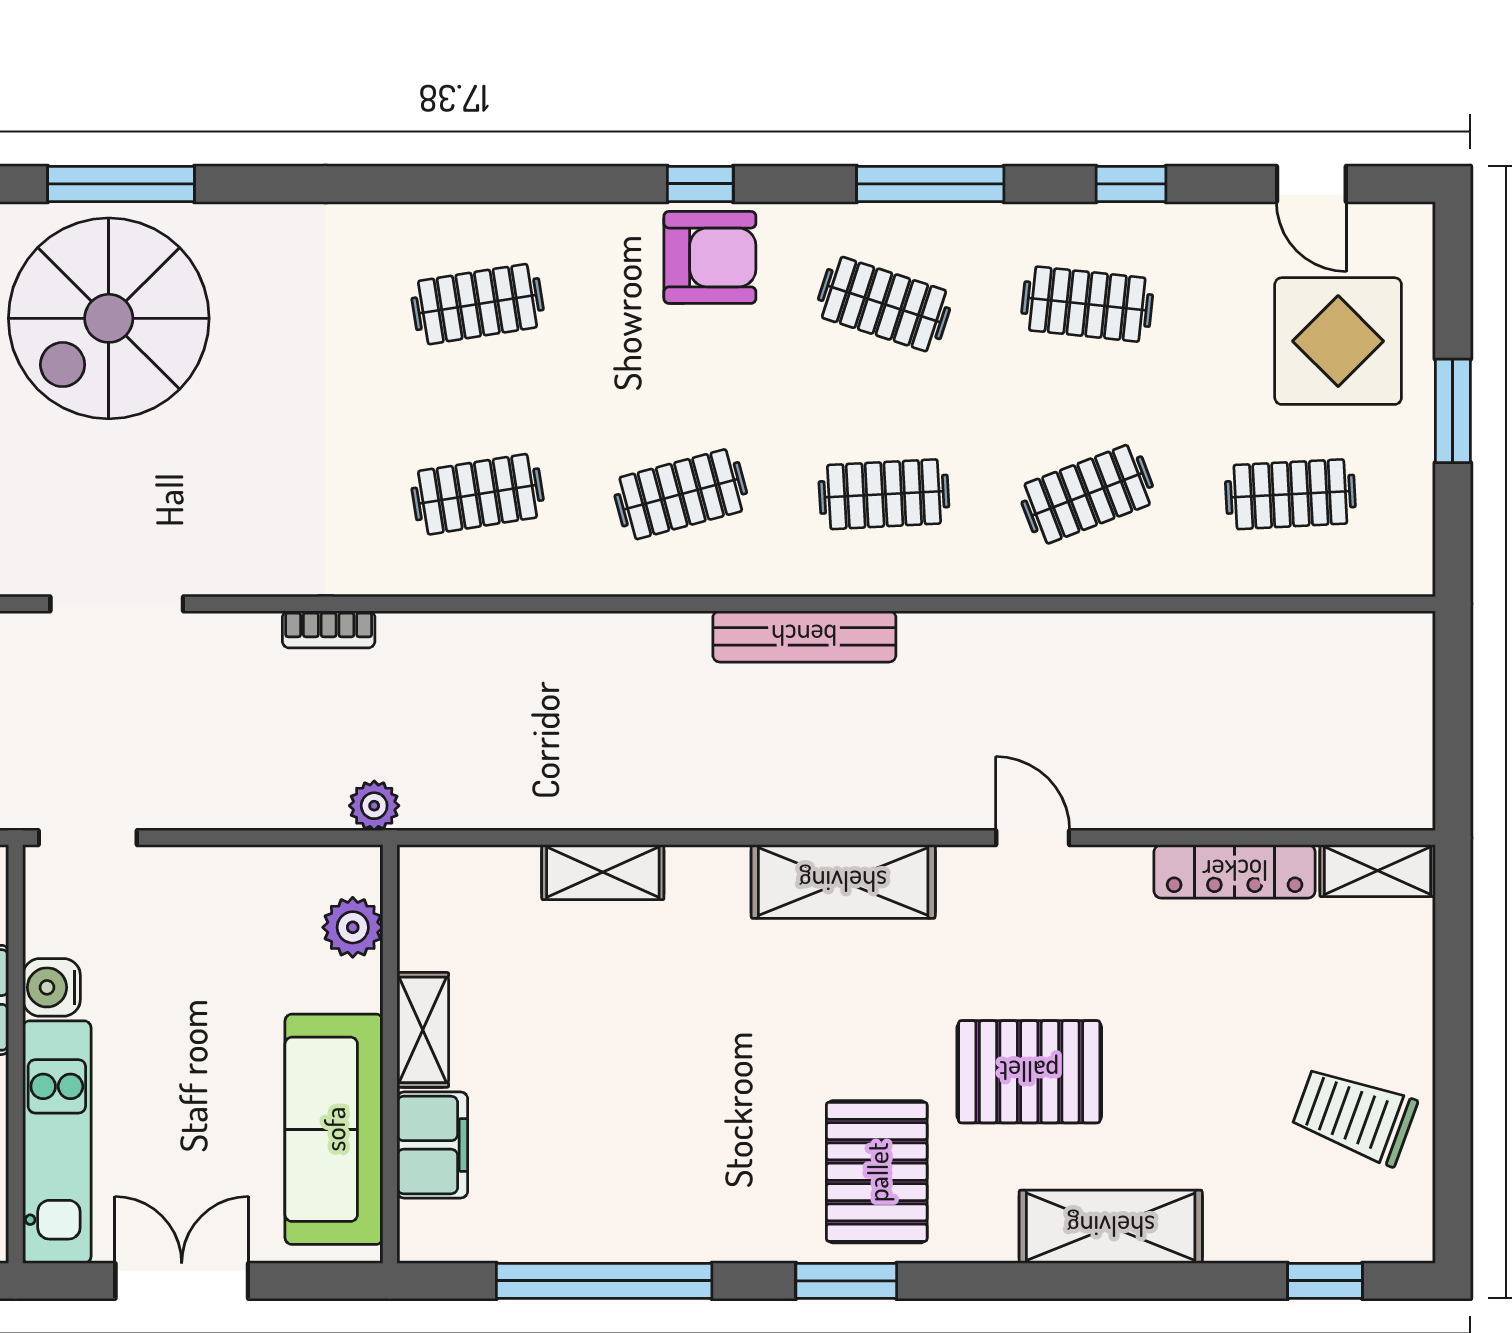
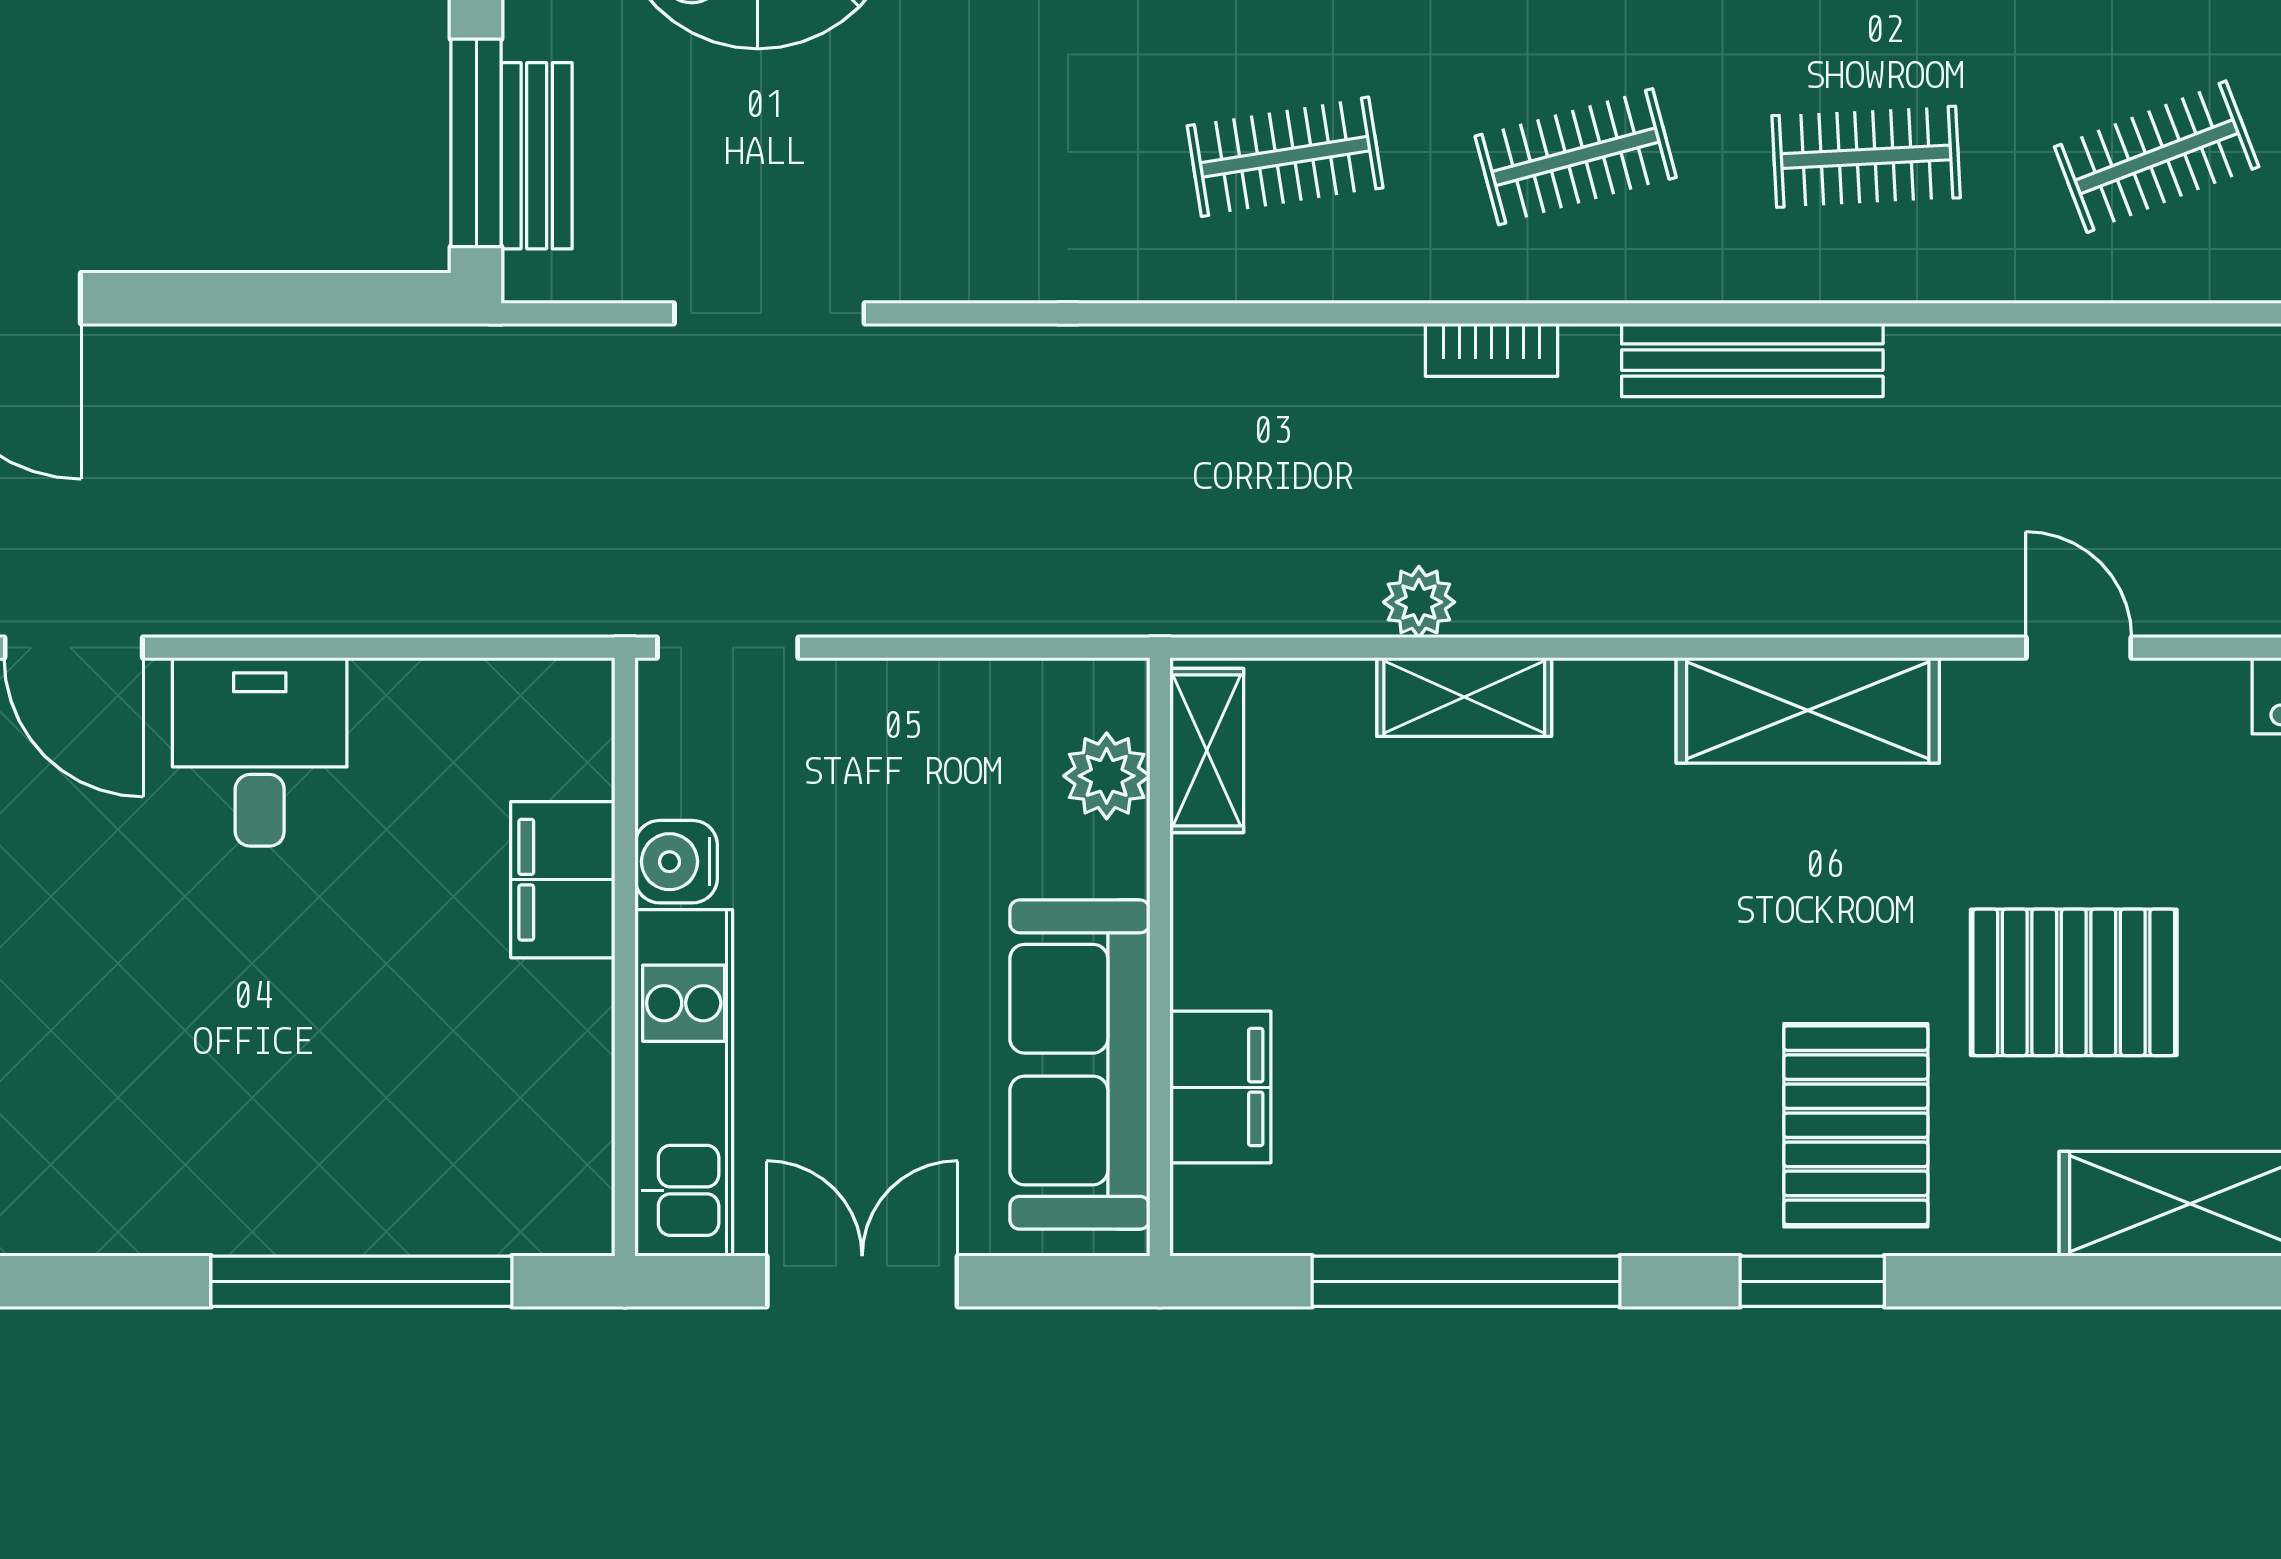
bookcase: (329, 629) -> (1491, 350), moved
plant: (374, 806) -> (1419, 602), moved
shelving: (423, 1030) -> (1207, 750), moved

